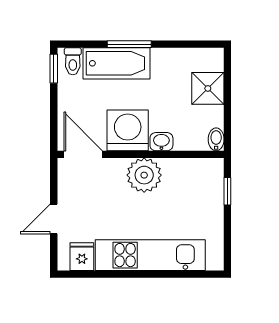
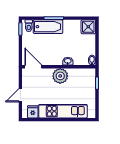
shower: (208, 88) -> (88, 27), moved
washing machine: (128, 130) -> (53, 56), removed

